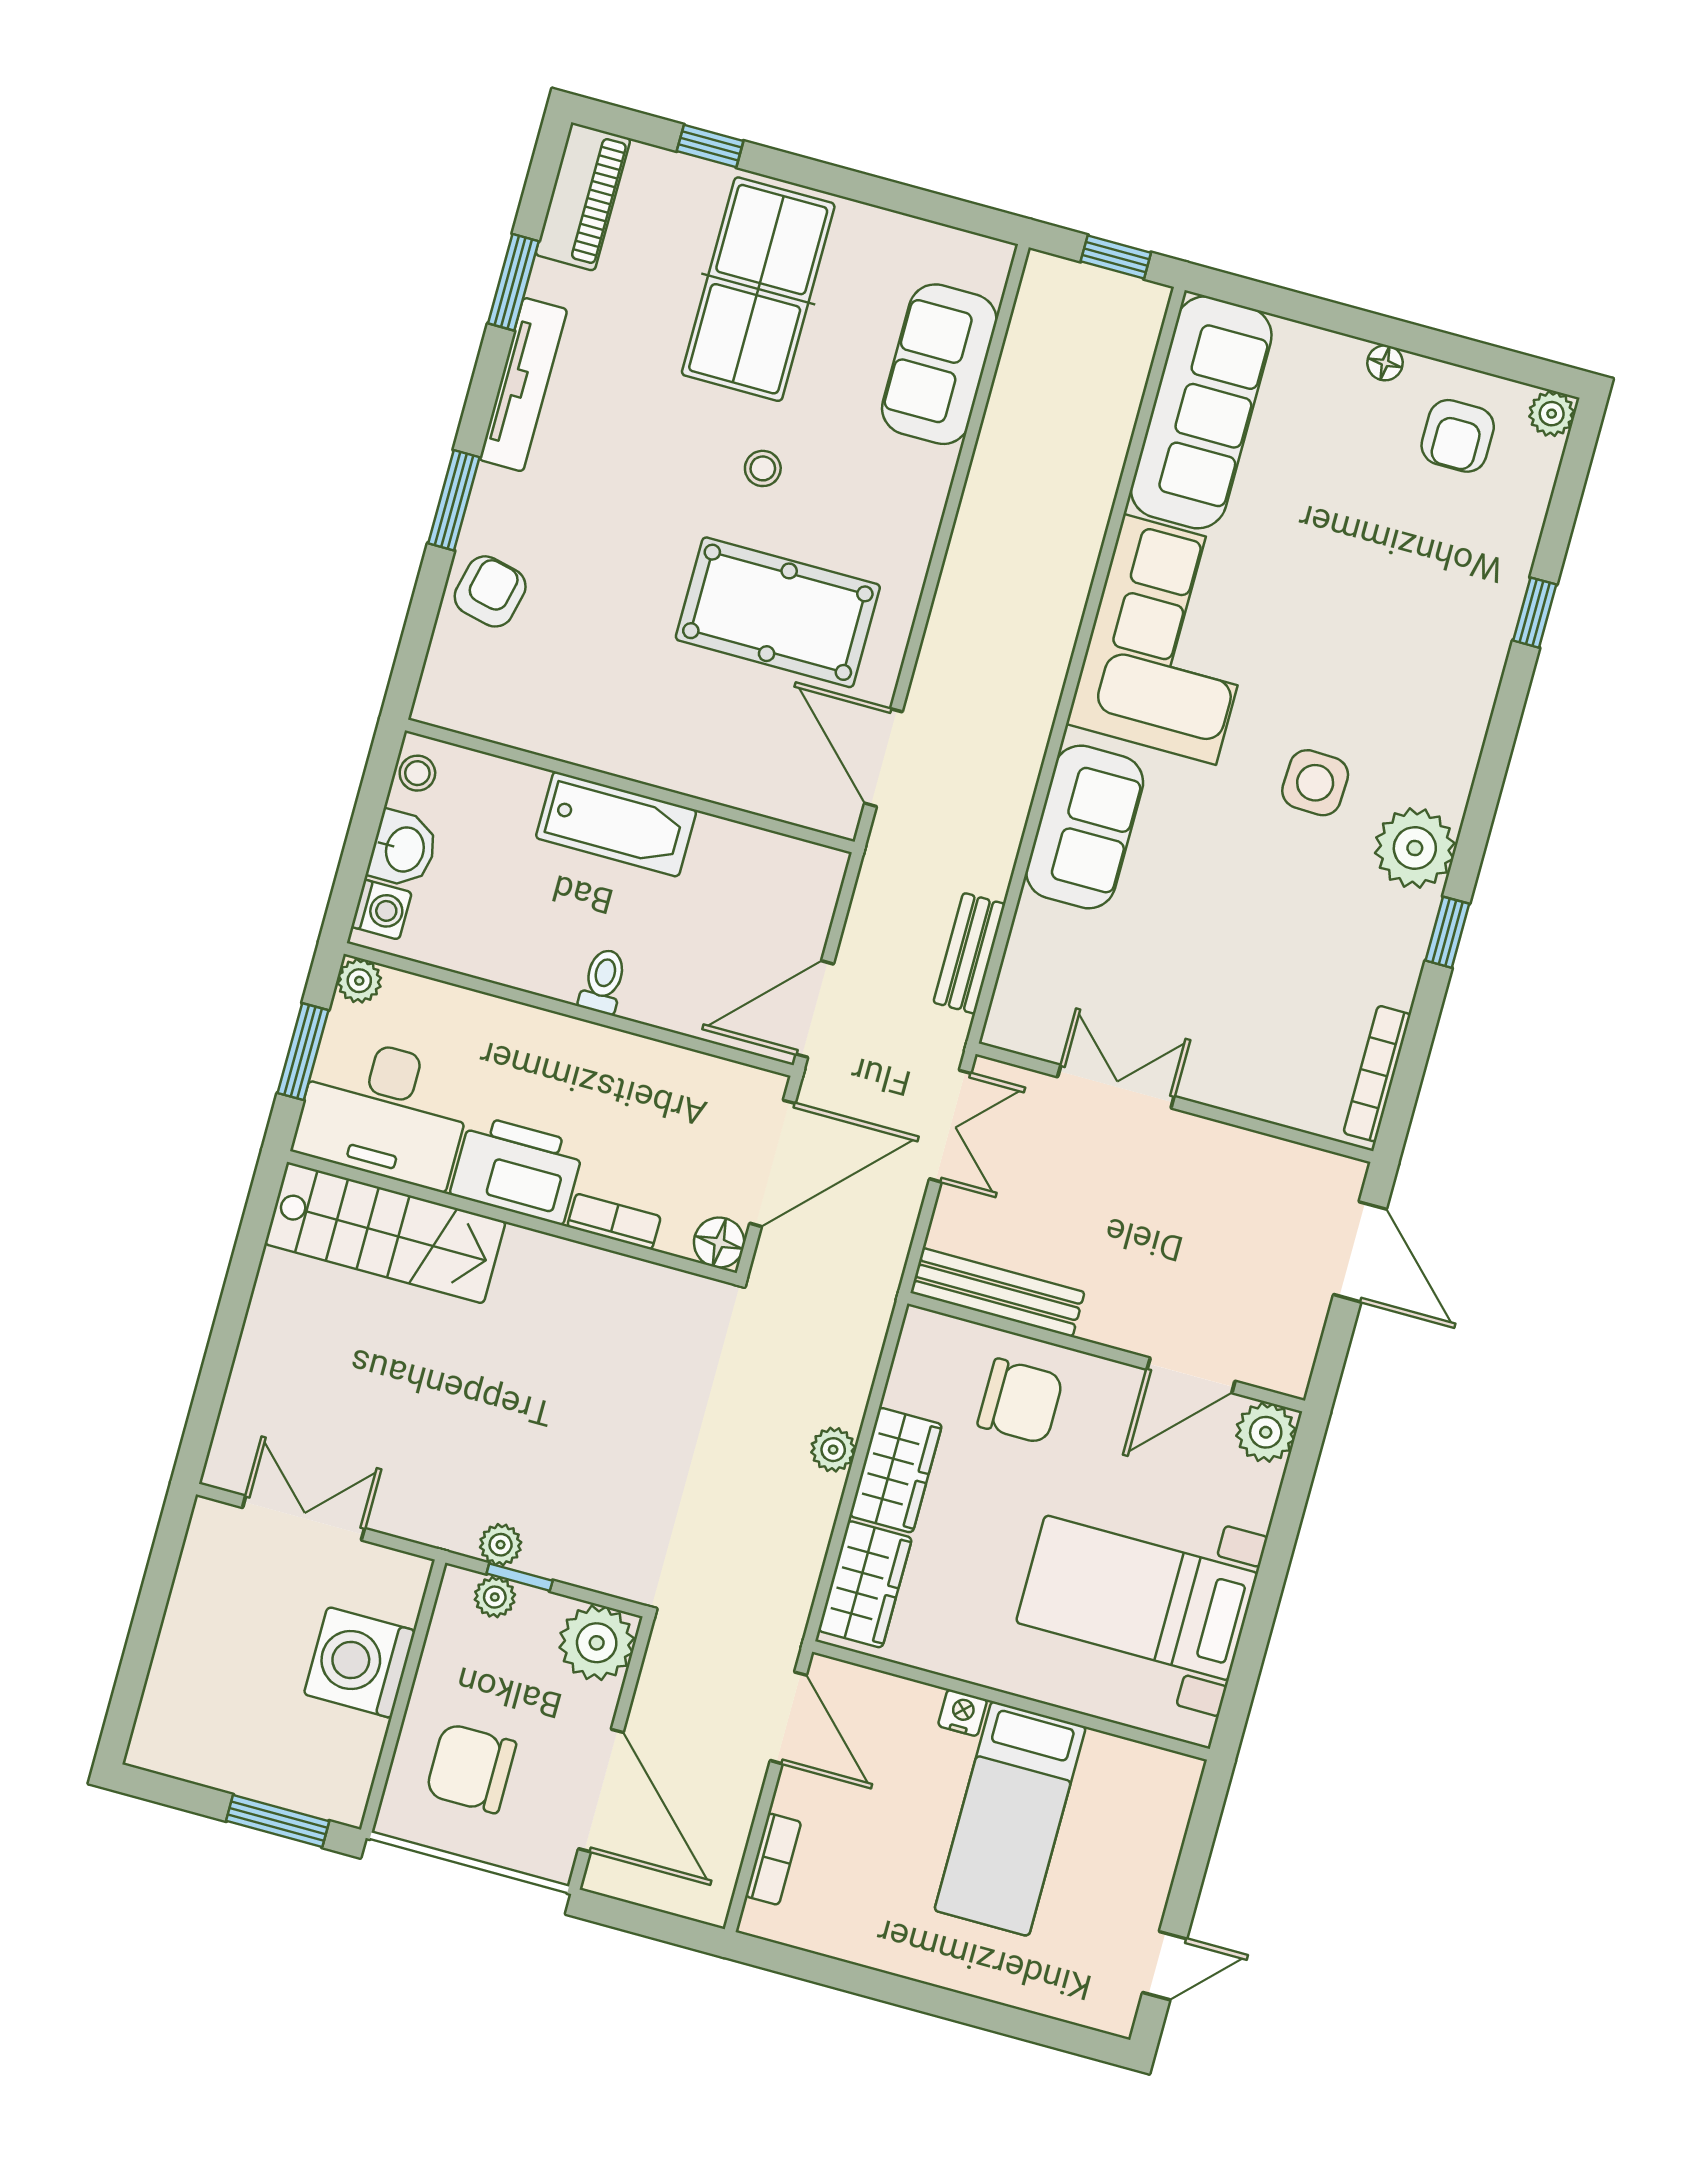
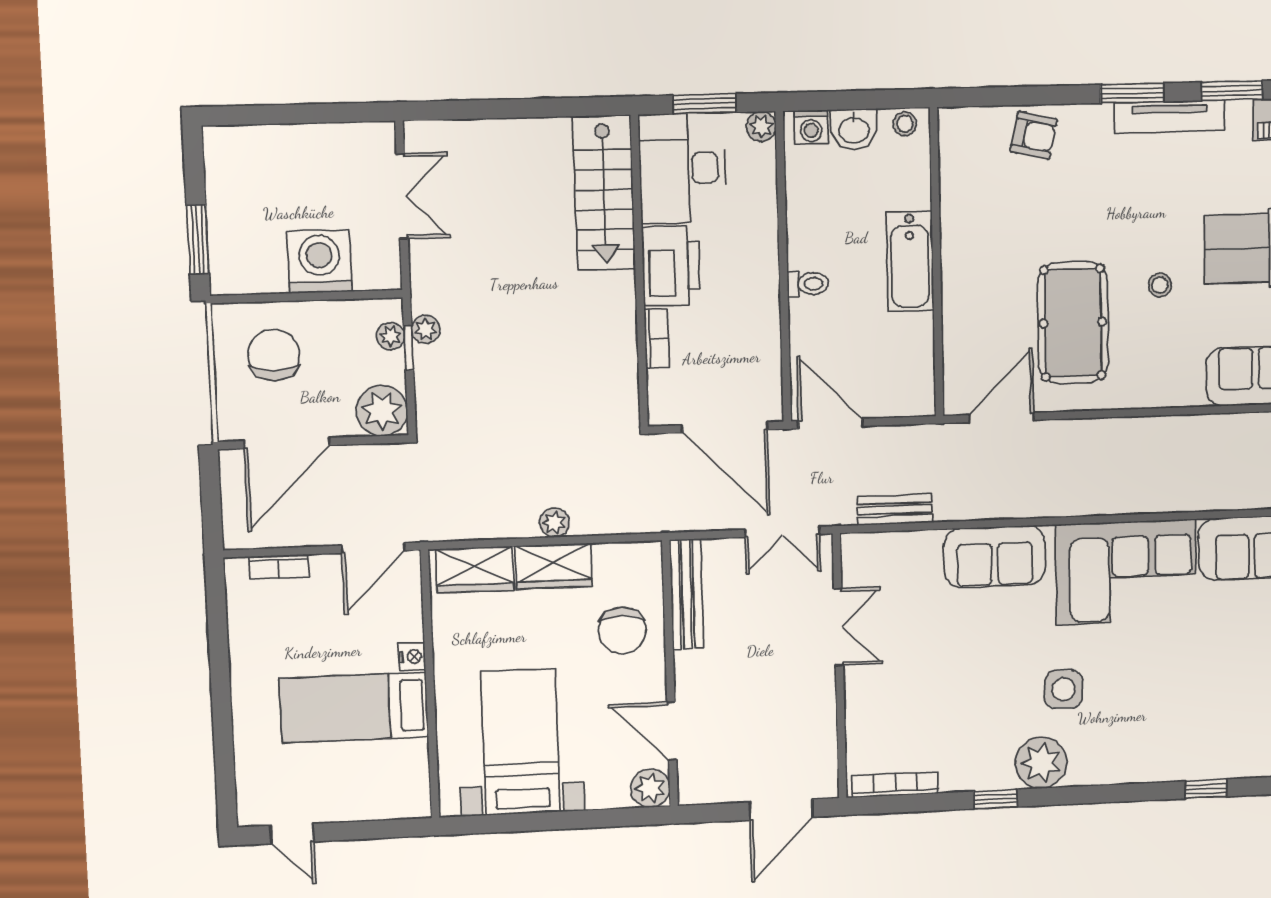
window: (454, 500) -> (1132, 93), moved
floor lamp: (719, 1243) -> (664, 409), removed

